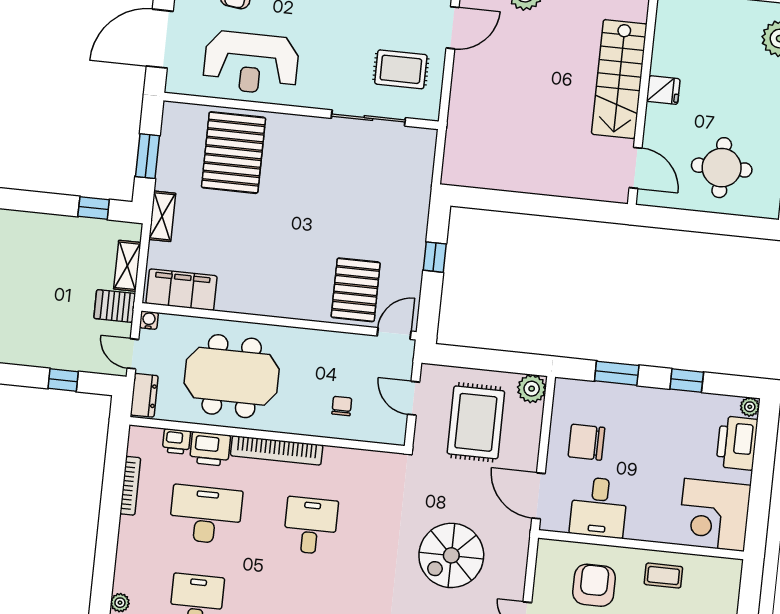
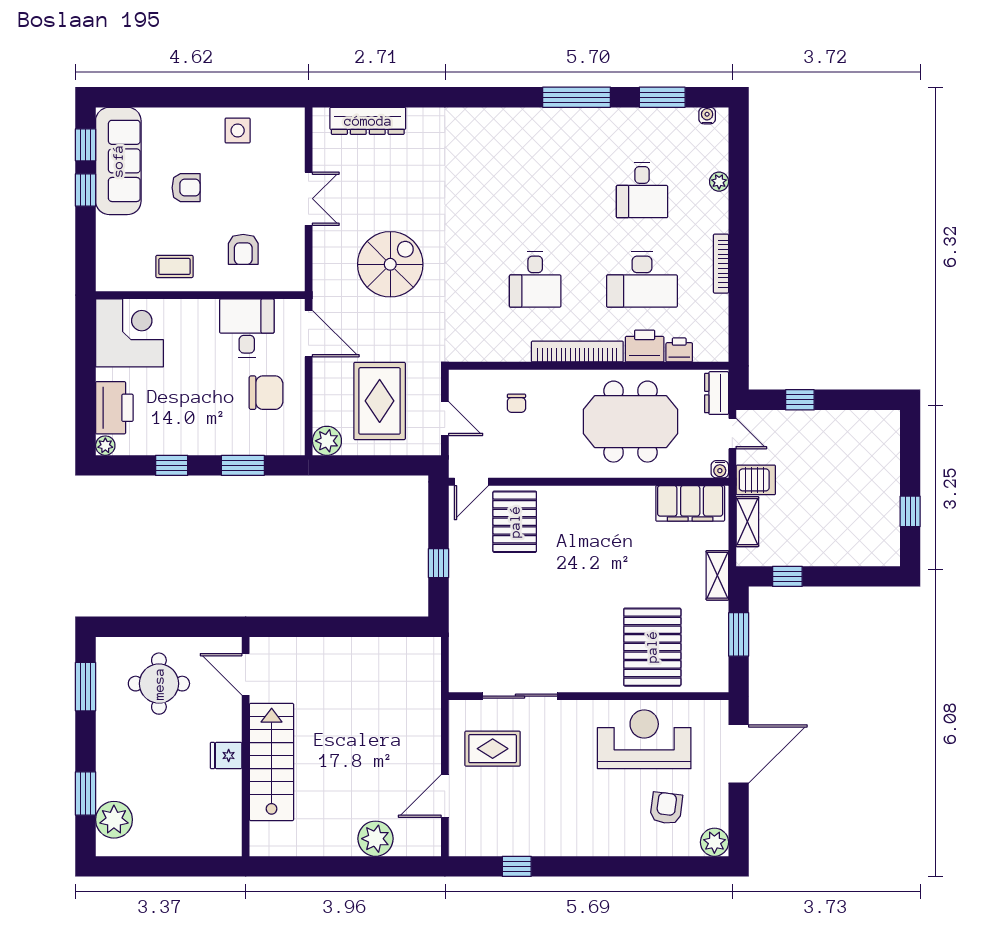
bookcase: (130, 486) -> (721, 264), moved
armchair: (594, 585) -> (243, 249), width x0.72, depth x0.72

